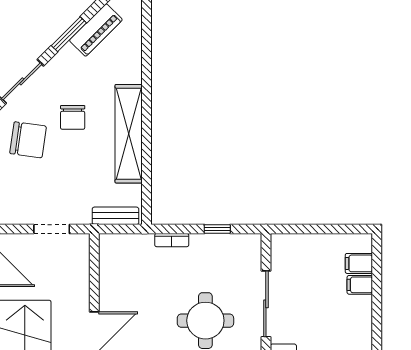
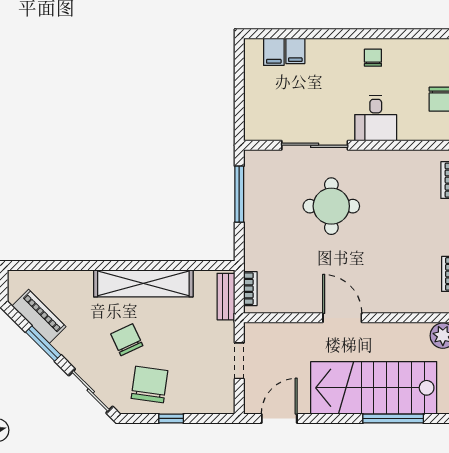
chair: (73, 117) -> (127, 340), turned -115
window: (217, 229) -> (239, 194), width x2.17
bookcase: (172, 240) -> (250, 289), moved

